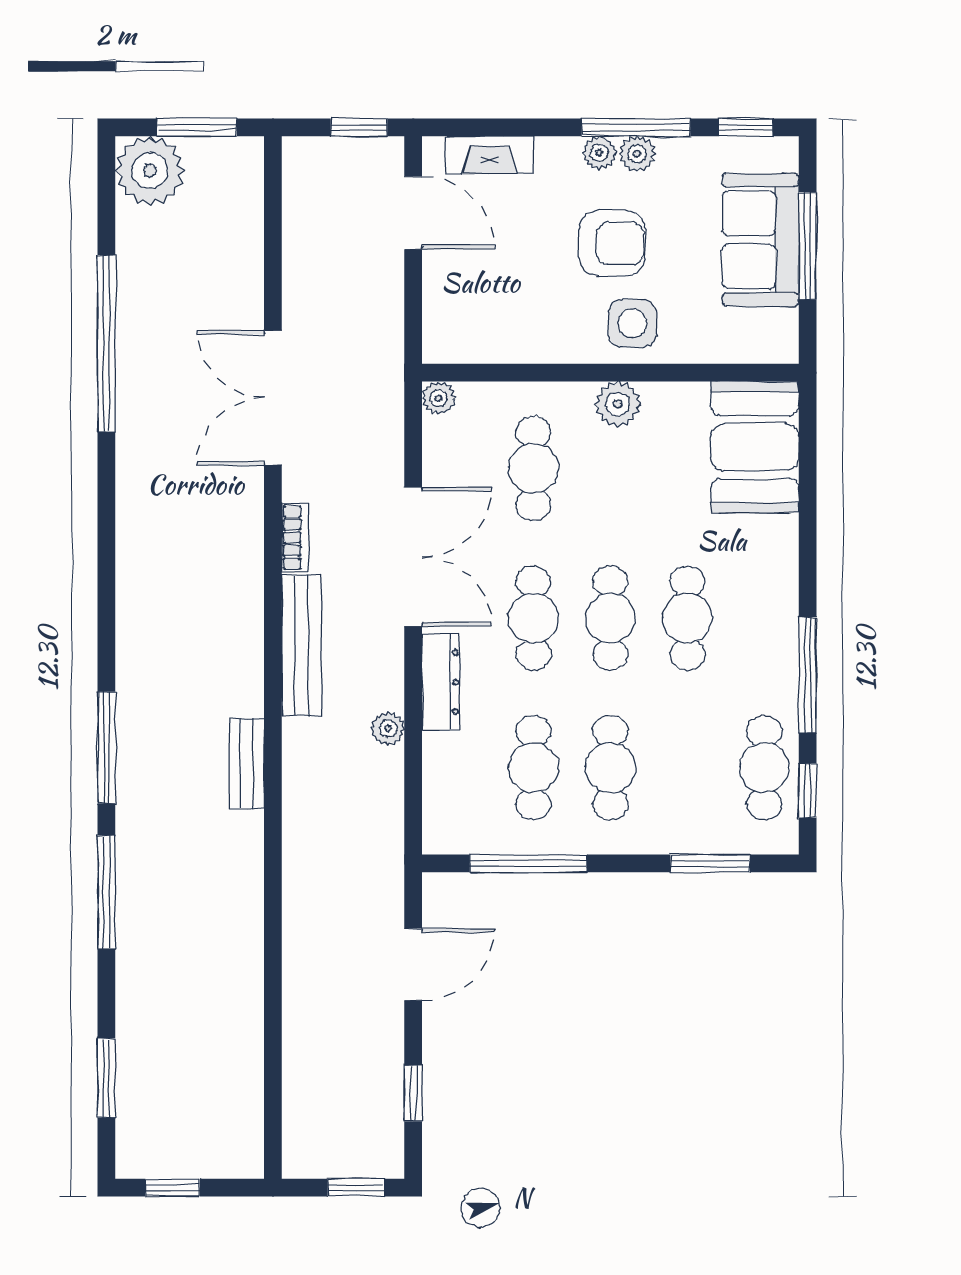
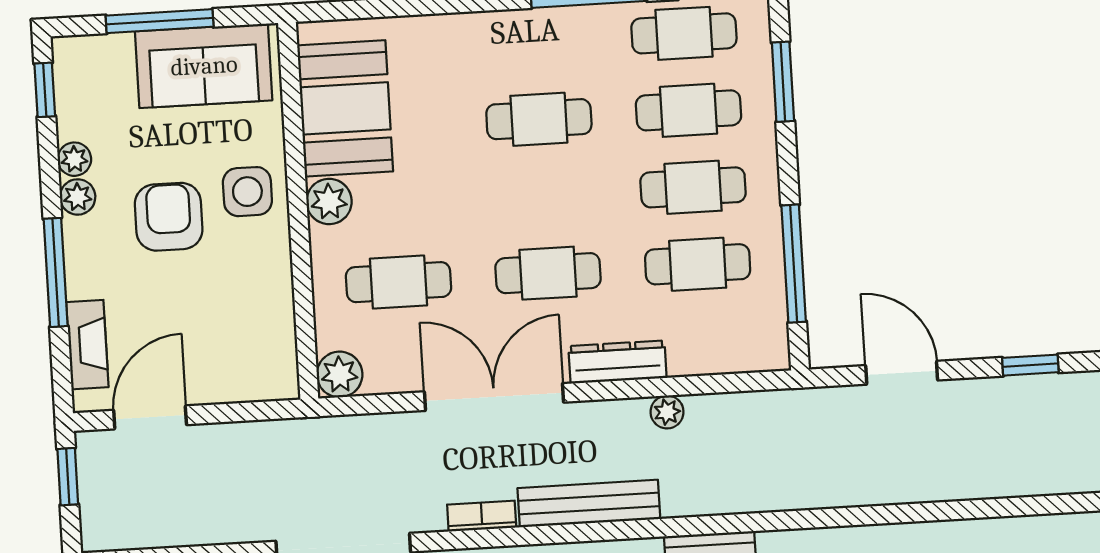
window: (636, 127) -> (56, 272), moved
plant: (599, 153) -> (74, 159), moved
sofa: (760, 240) -> (204, 66), moved
plant: (439, 398) -> (340, 374), width x1.38, depth x1.38
booth: (755, 447) -> (345, 108), moved, turned 90
cafe table: (610, 618) -> (688, 110), moved

